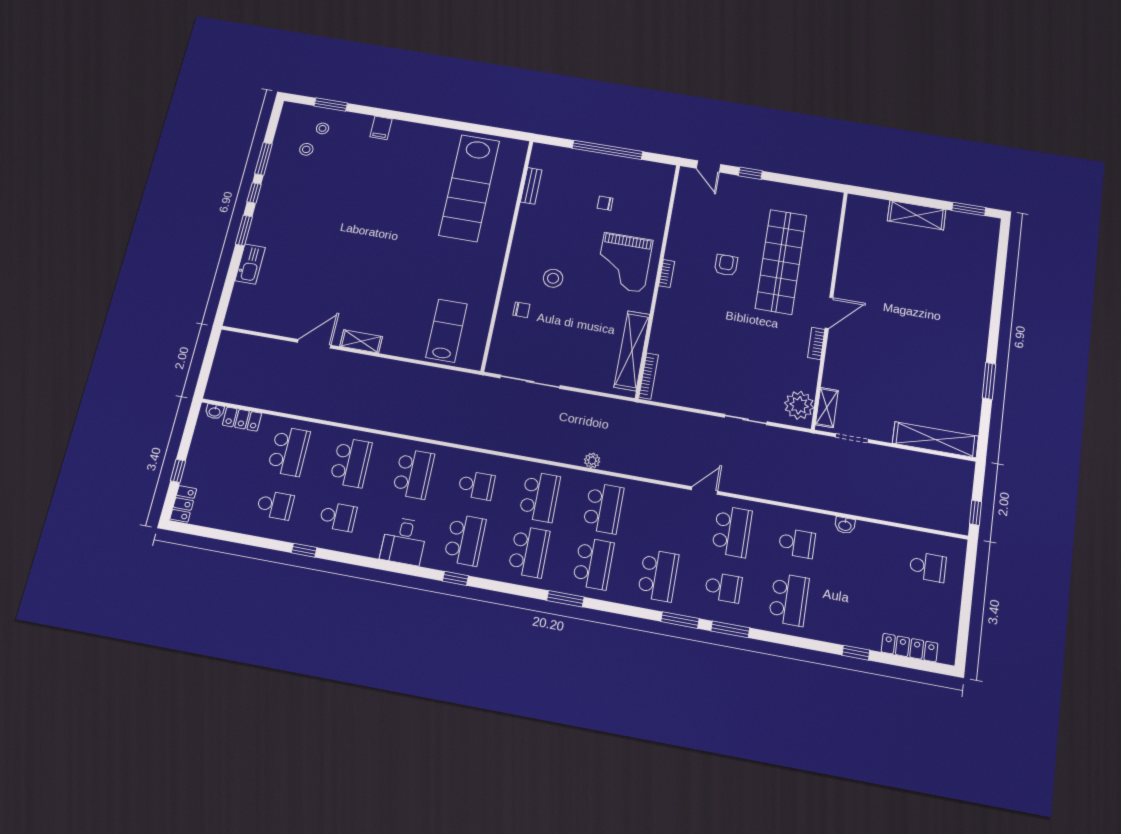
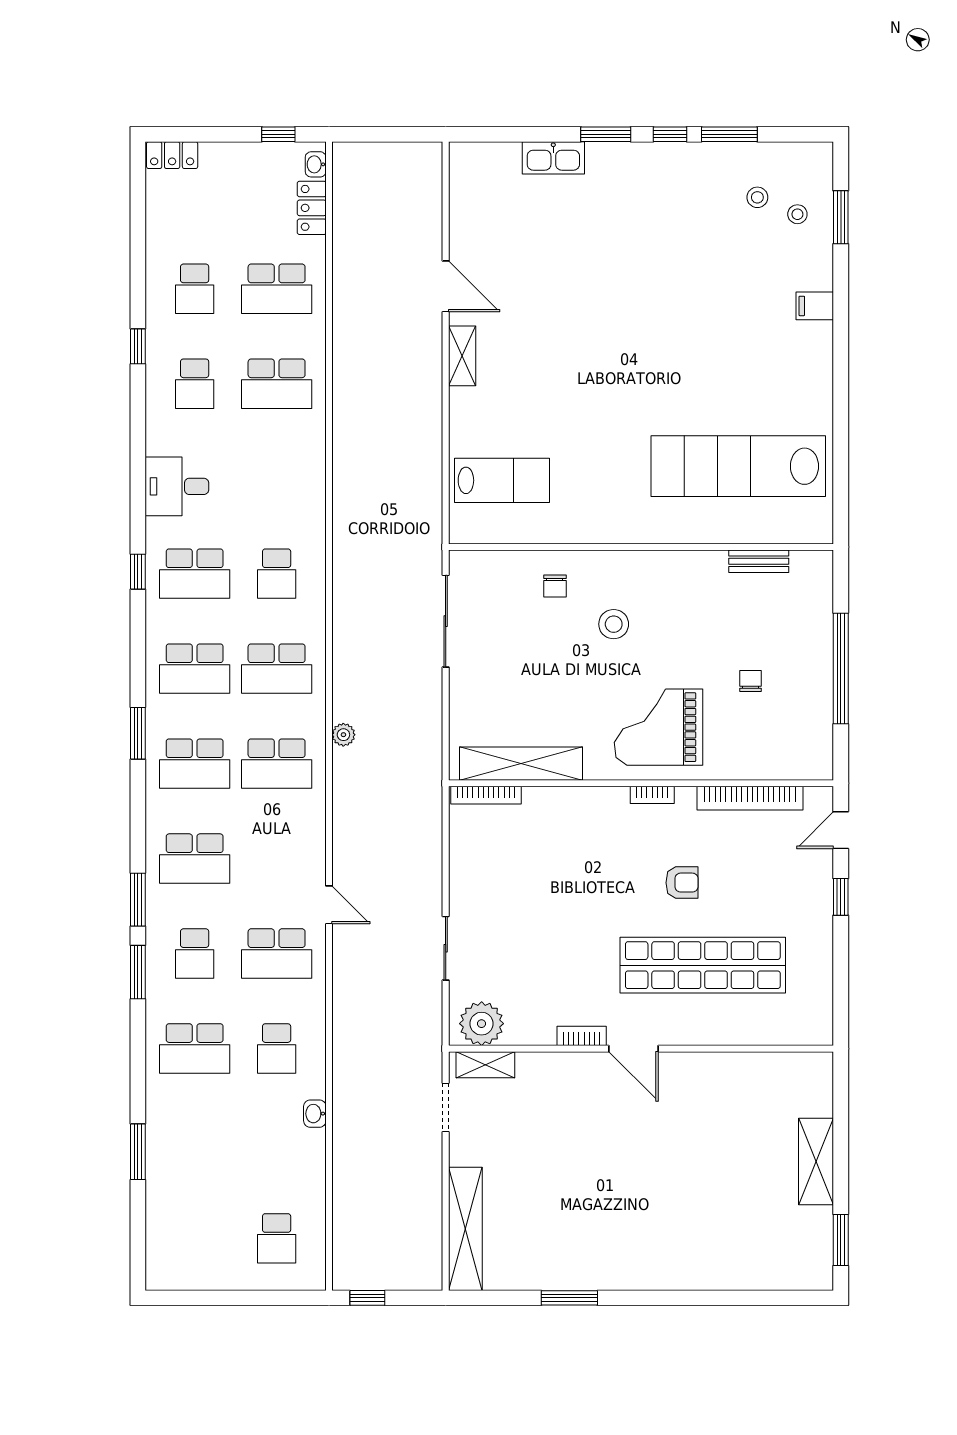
bookcase: (679, 216) -> (750, 798), added
window: (178, 471) -> (278, 134), moved
school desk: (413, 474) -> (277, 479), removed
locker: (910, 648) -> (159, 1226), removed
window: (856, 653) -> (138, 1152), width x1.50

